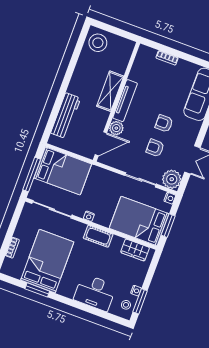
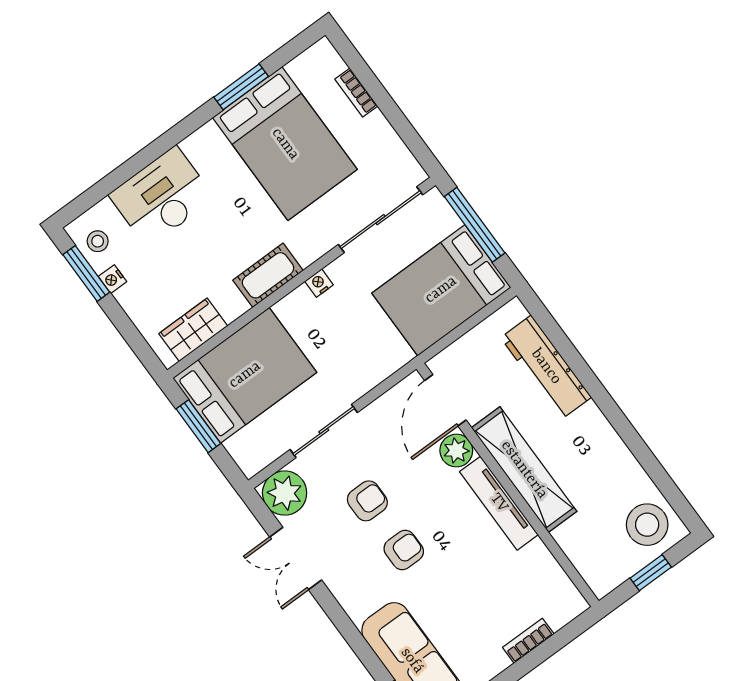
window: (114, 30) -> (651, 573), added
shelving: (110, 91) -> (524, 470), width x1.47
nightstand: (170, 198) -> (250, 465), removed

